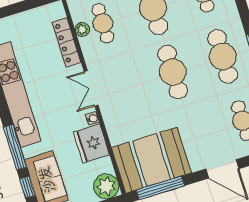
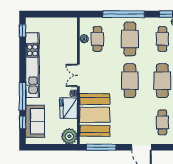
locker: (67, 42) -> (72, 43), removed
booth: (152, 160) -> (95, 115), moved, turned 90

